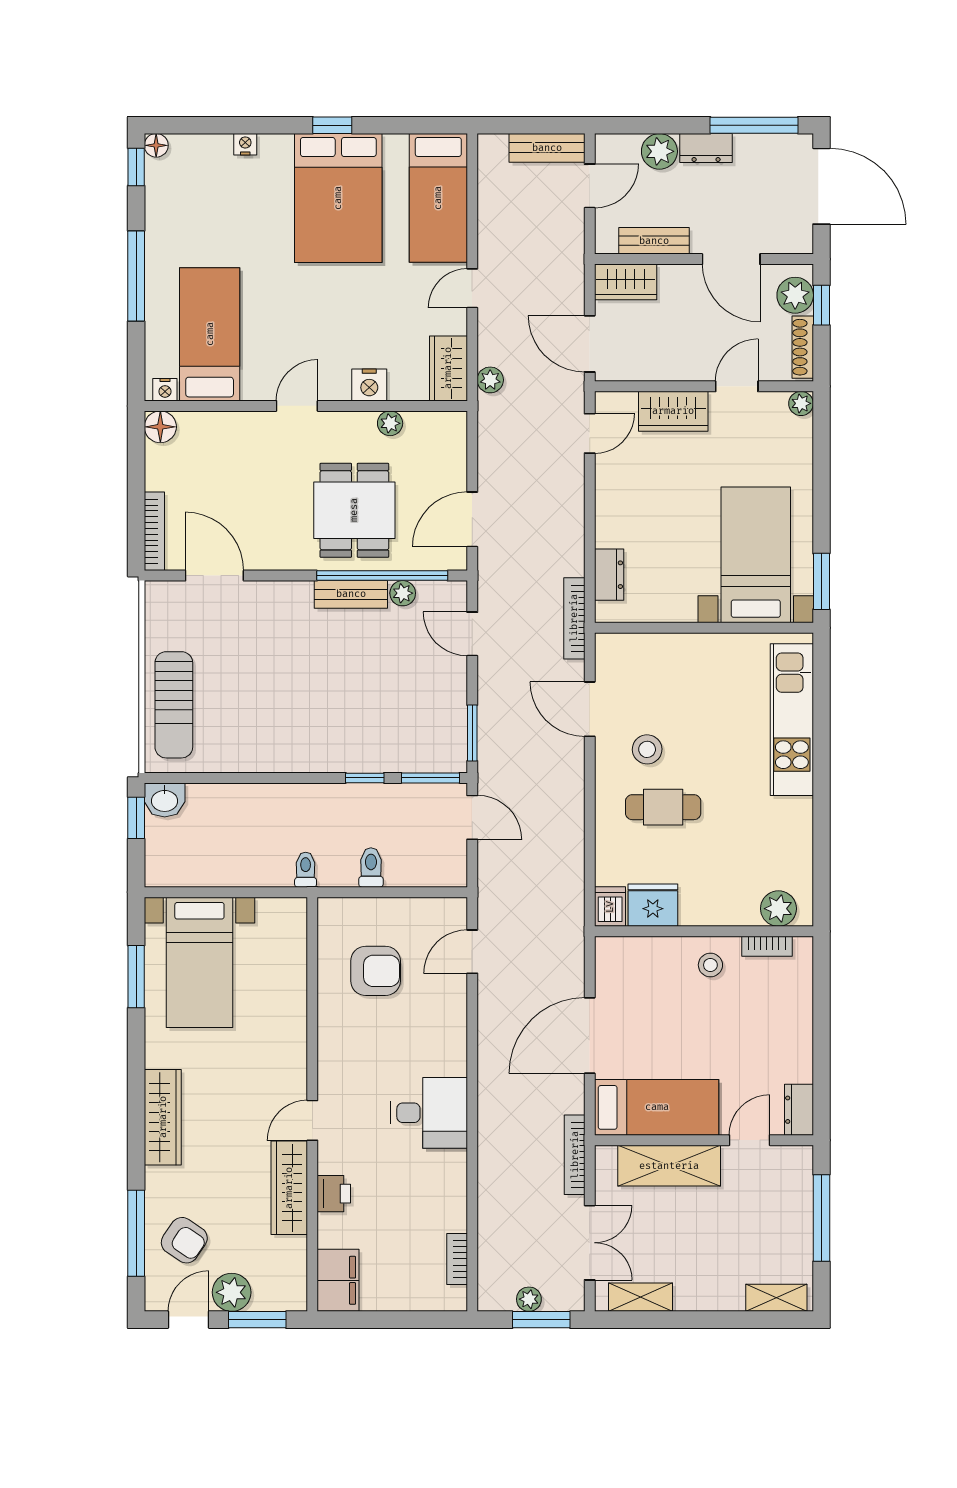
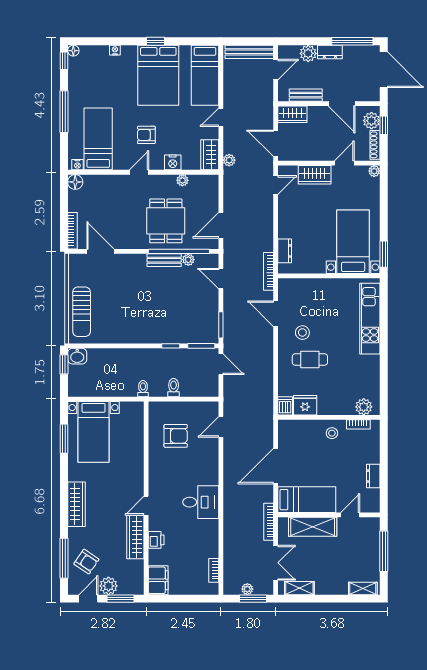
bench: (547, 148) -> (249, 52), width x1.36
armchair: (313, 326) -> (146, 135), added
dresser: (799, 1110) -> (373, 476), moved

